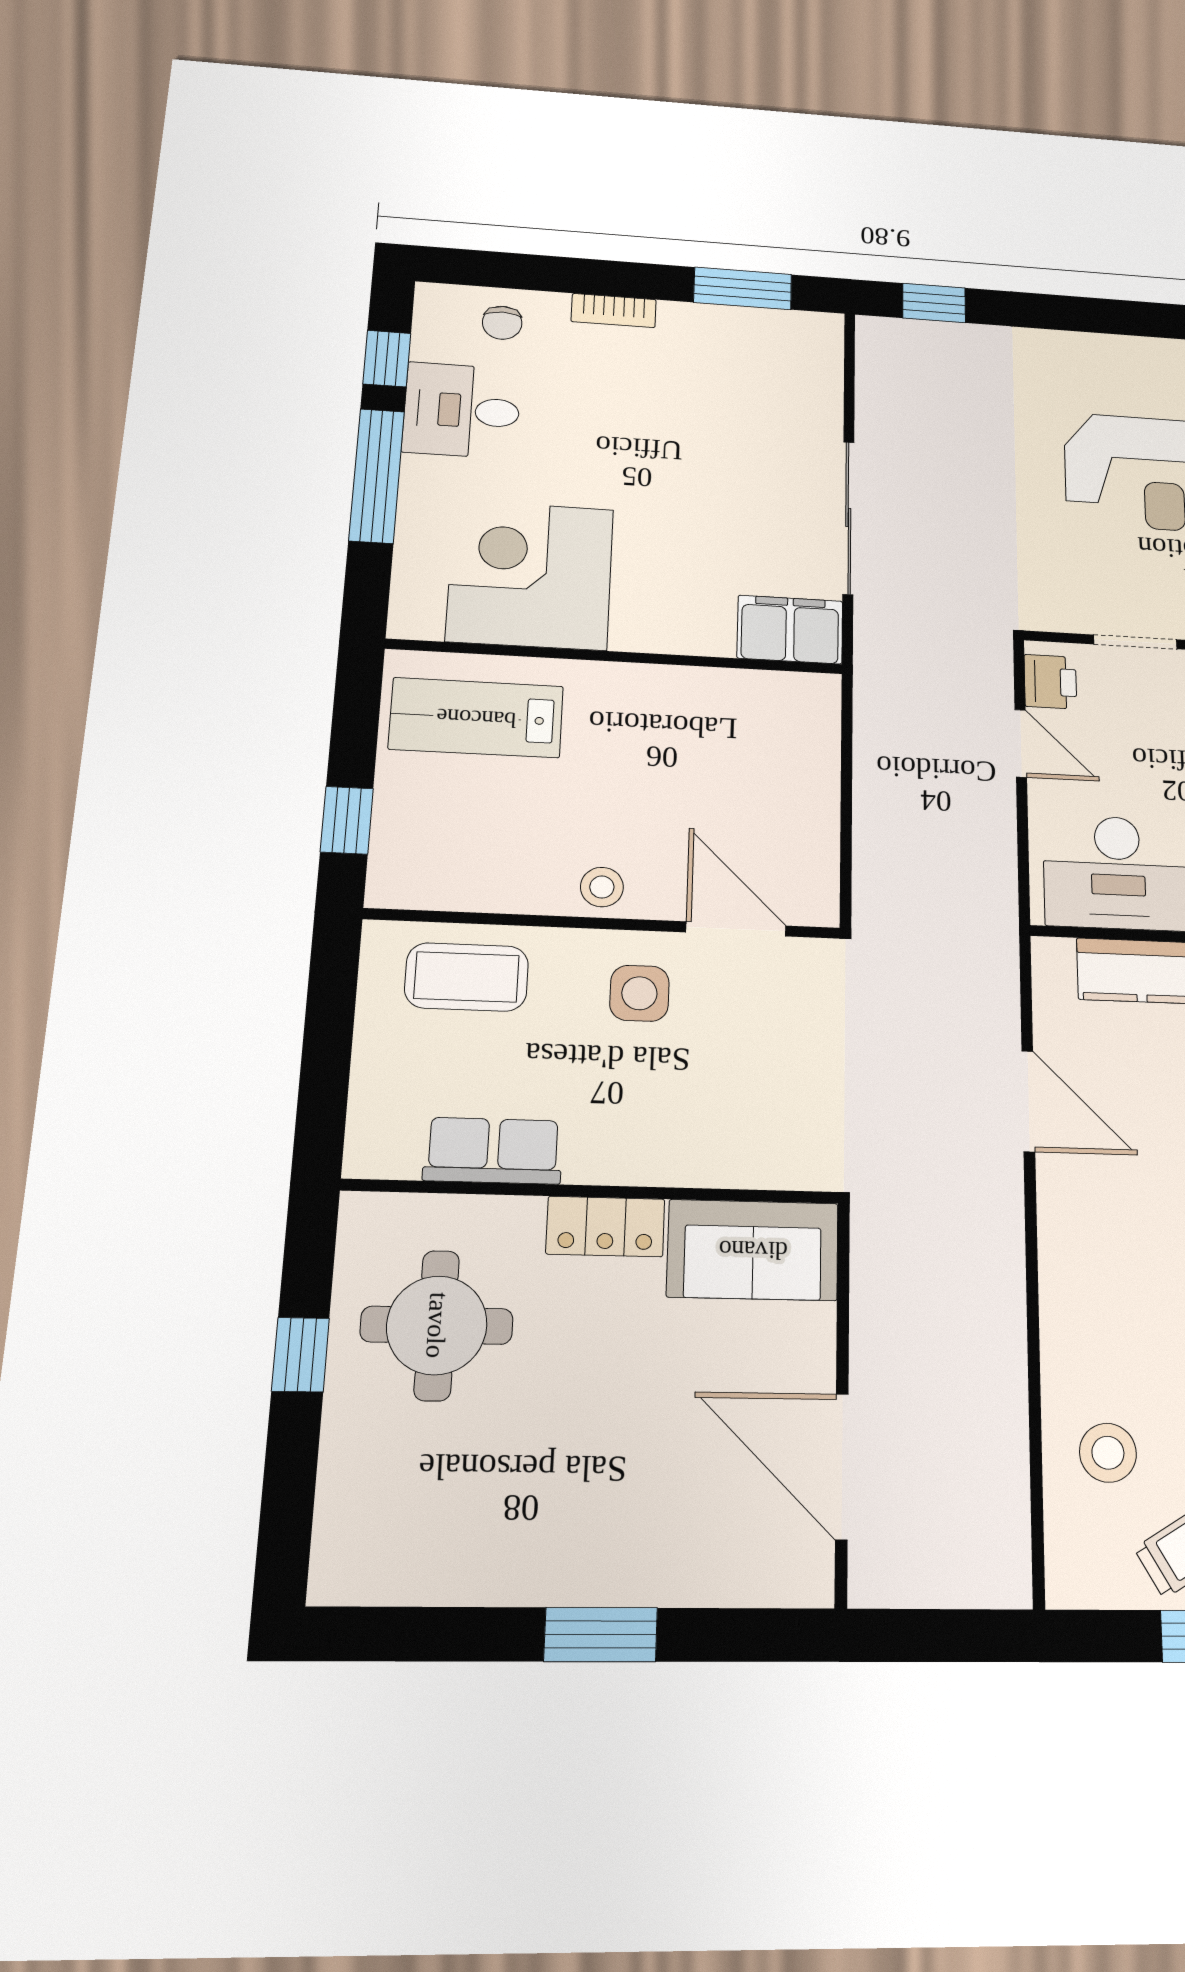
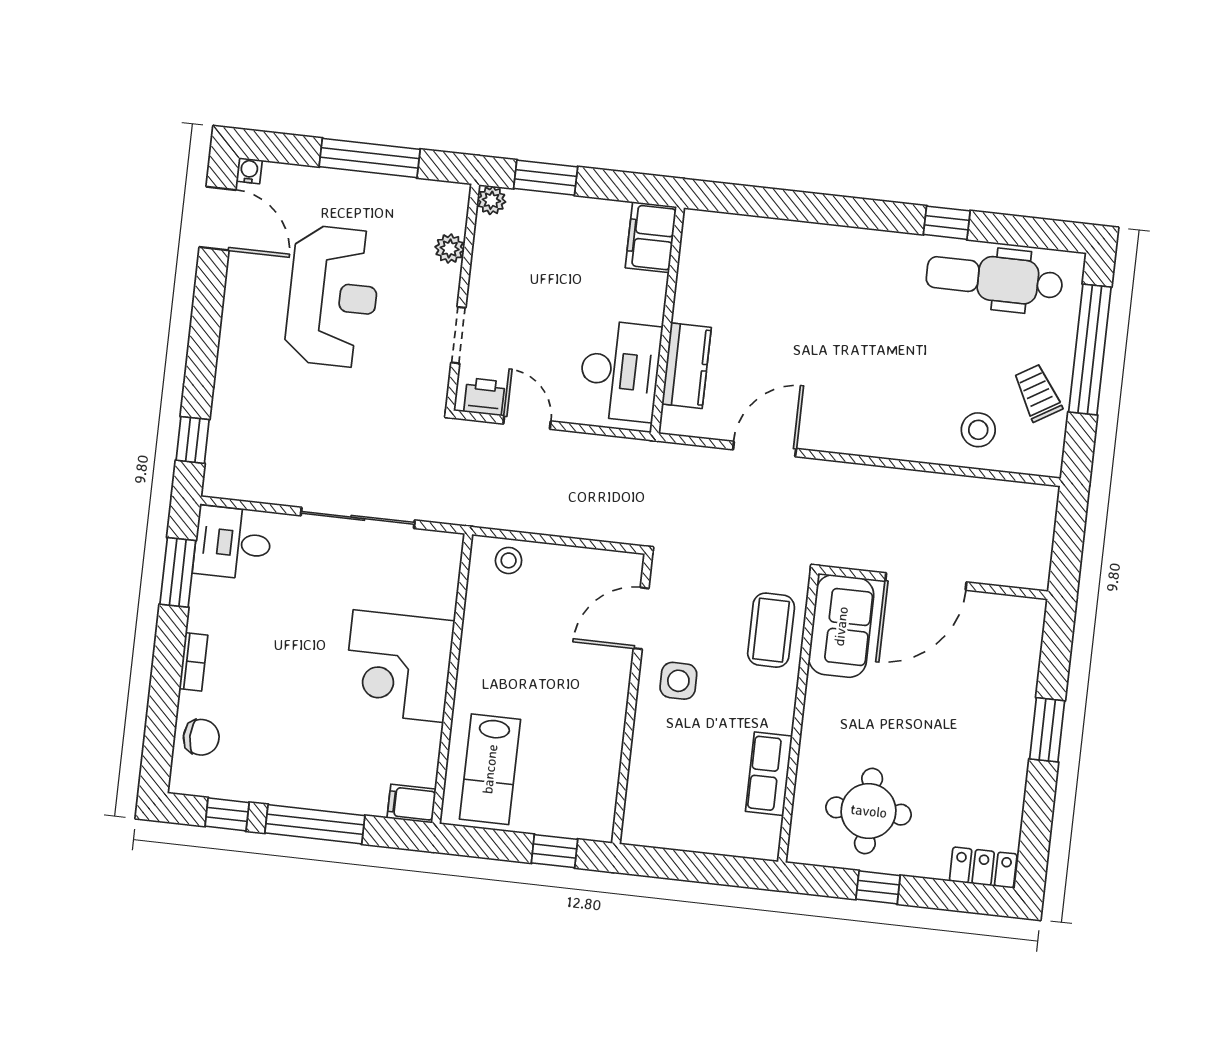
chair: (502, 323) -> (201, 737), width x1.37, depth x1.37
desk: (462, 410) -> (233, 543), moved, turned 90
corner desk: (530, 575) -> (398, 666), moved
filing cabinet: (790, 630) -> (412, 804), moved, width x0.50
door: (1021, 743) -> (527, 422), hinge flipped
stool: (602, 887) -> (509, 560), moved
coffee table: (467, 977) -> (771, 630), moved
locker: (605, 1226) -> (983, 868), moved, turned -90
door: (842, 1466) -> (926, 582), moved

